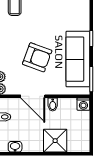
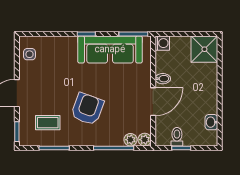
armchair: (37, 57) -> (87, 109), moved
shower: (55, 141) -> (204, 49), moved

